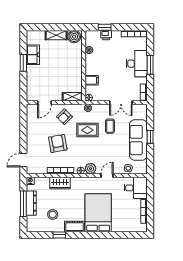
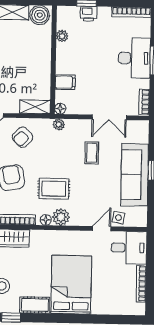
rug: (87, 130) -> (54, 189), moved
door: (107, 176) -> (102, 229), moved

